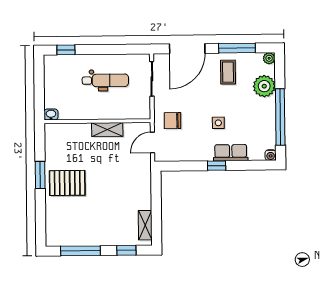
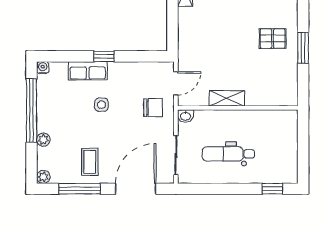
plant: (264, 86) -> (43, 140), width x0.53, depth x0.53
washbasin: (51, 115) -> (185, 116), moved
pallet: (67, 183) -> (273, 39), width x0.67, depth x0.71

